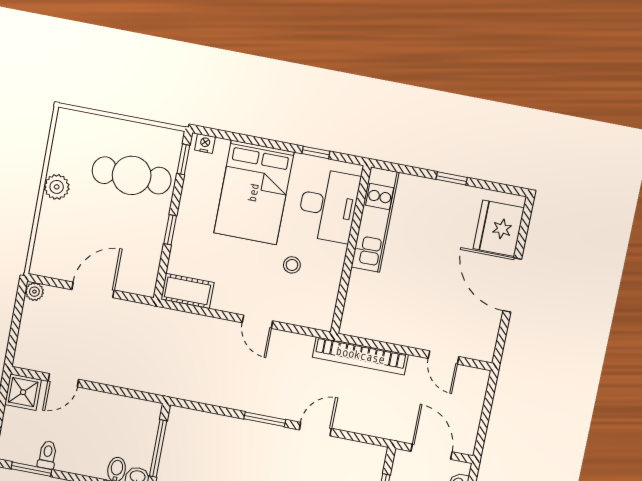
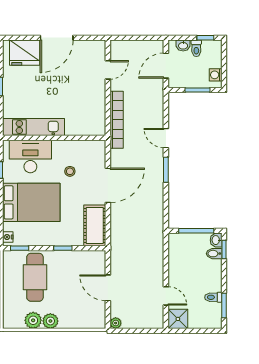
plant: (63, 159) -> (33, 320), added
cot: (187, 291) -> (95, 225), width x1.37, depth x1.34
door: (257, 322) -> (108, 185), width x1.88

